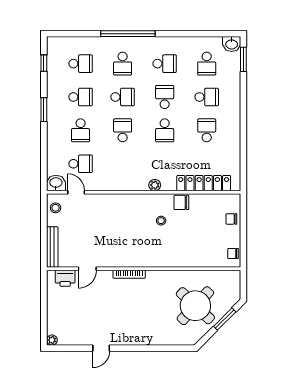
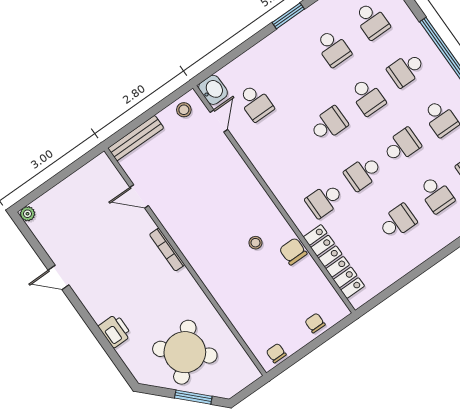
school desk: (81, 130) -> (324, 200), moved
plant: (155, 185) -> (292, 206), removed
printer: (65, 278) -> (115, 331), moved, turned 180

